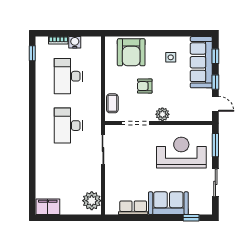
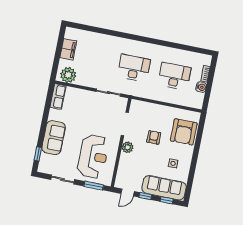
armchair: (131, 52) -> (184, 132), turned -90
window: (32, 53) -> (199, 50), removed
coffee table: (112, 103) -> (145, 108), removed
filing cabinet: (48, 207) -> (68, 49), moved
row of seats: (133, 208) -> (58, 97), moved

